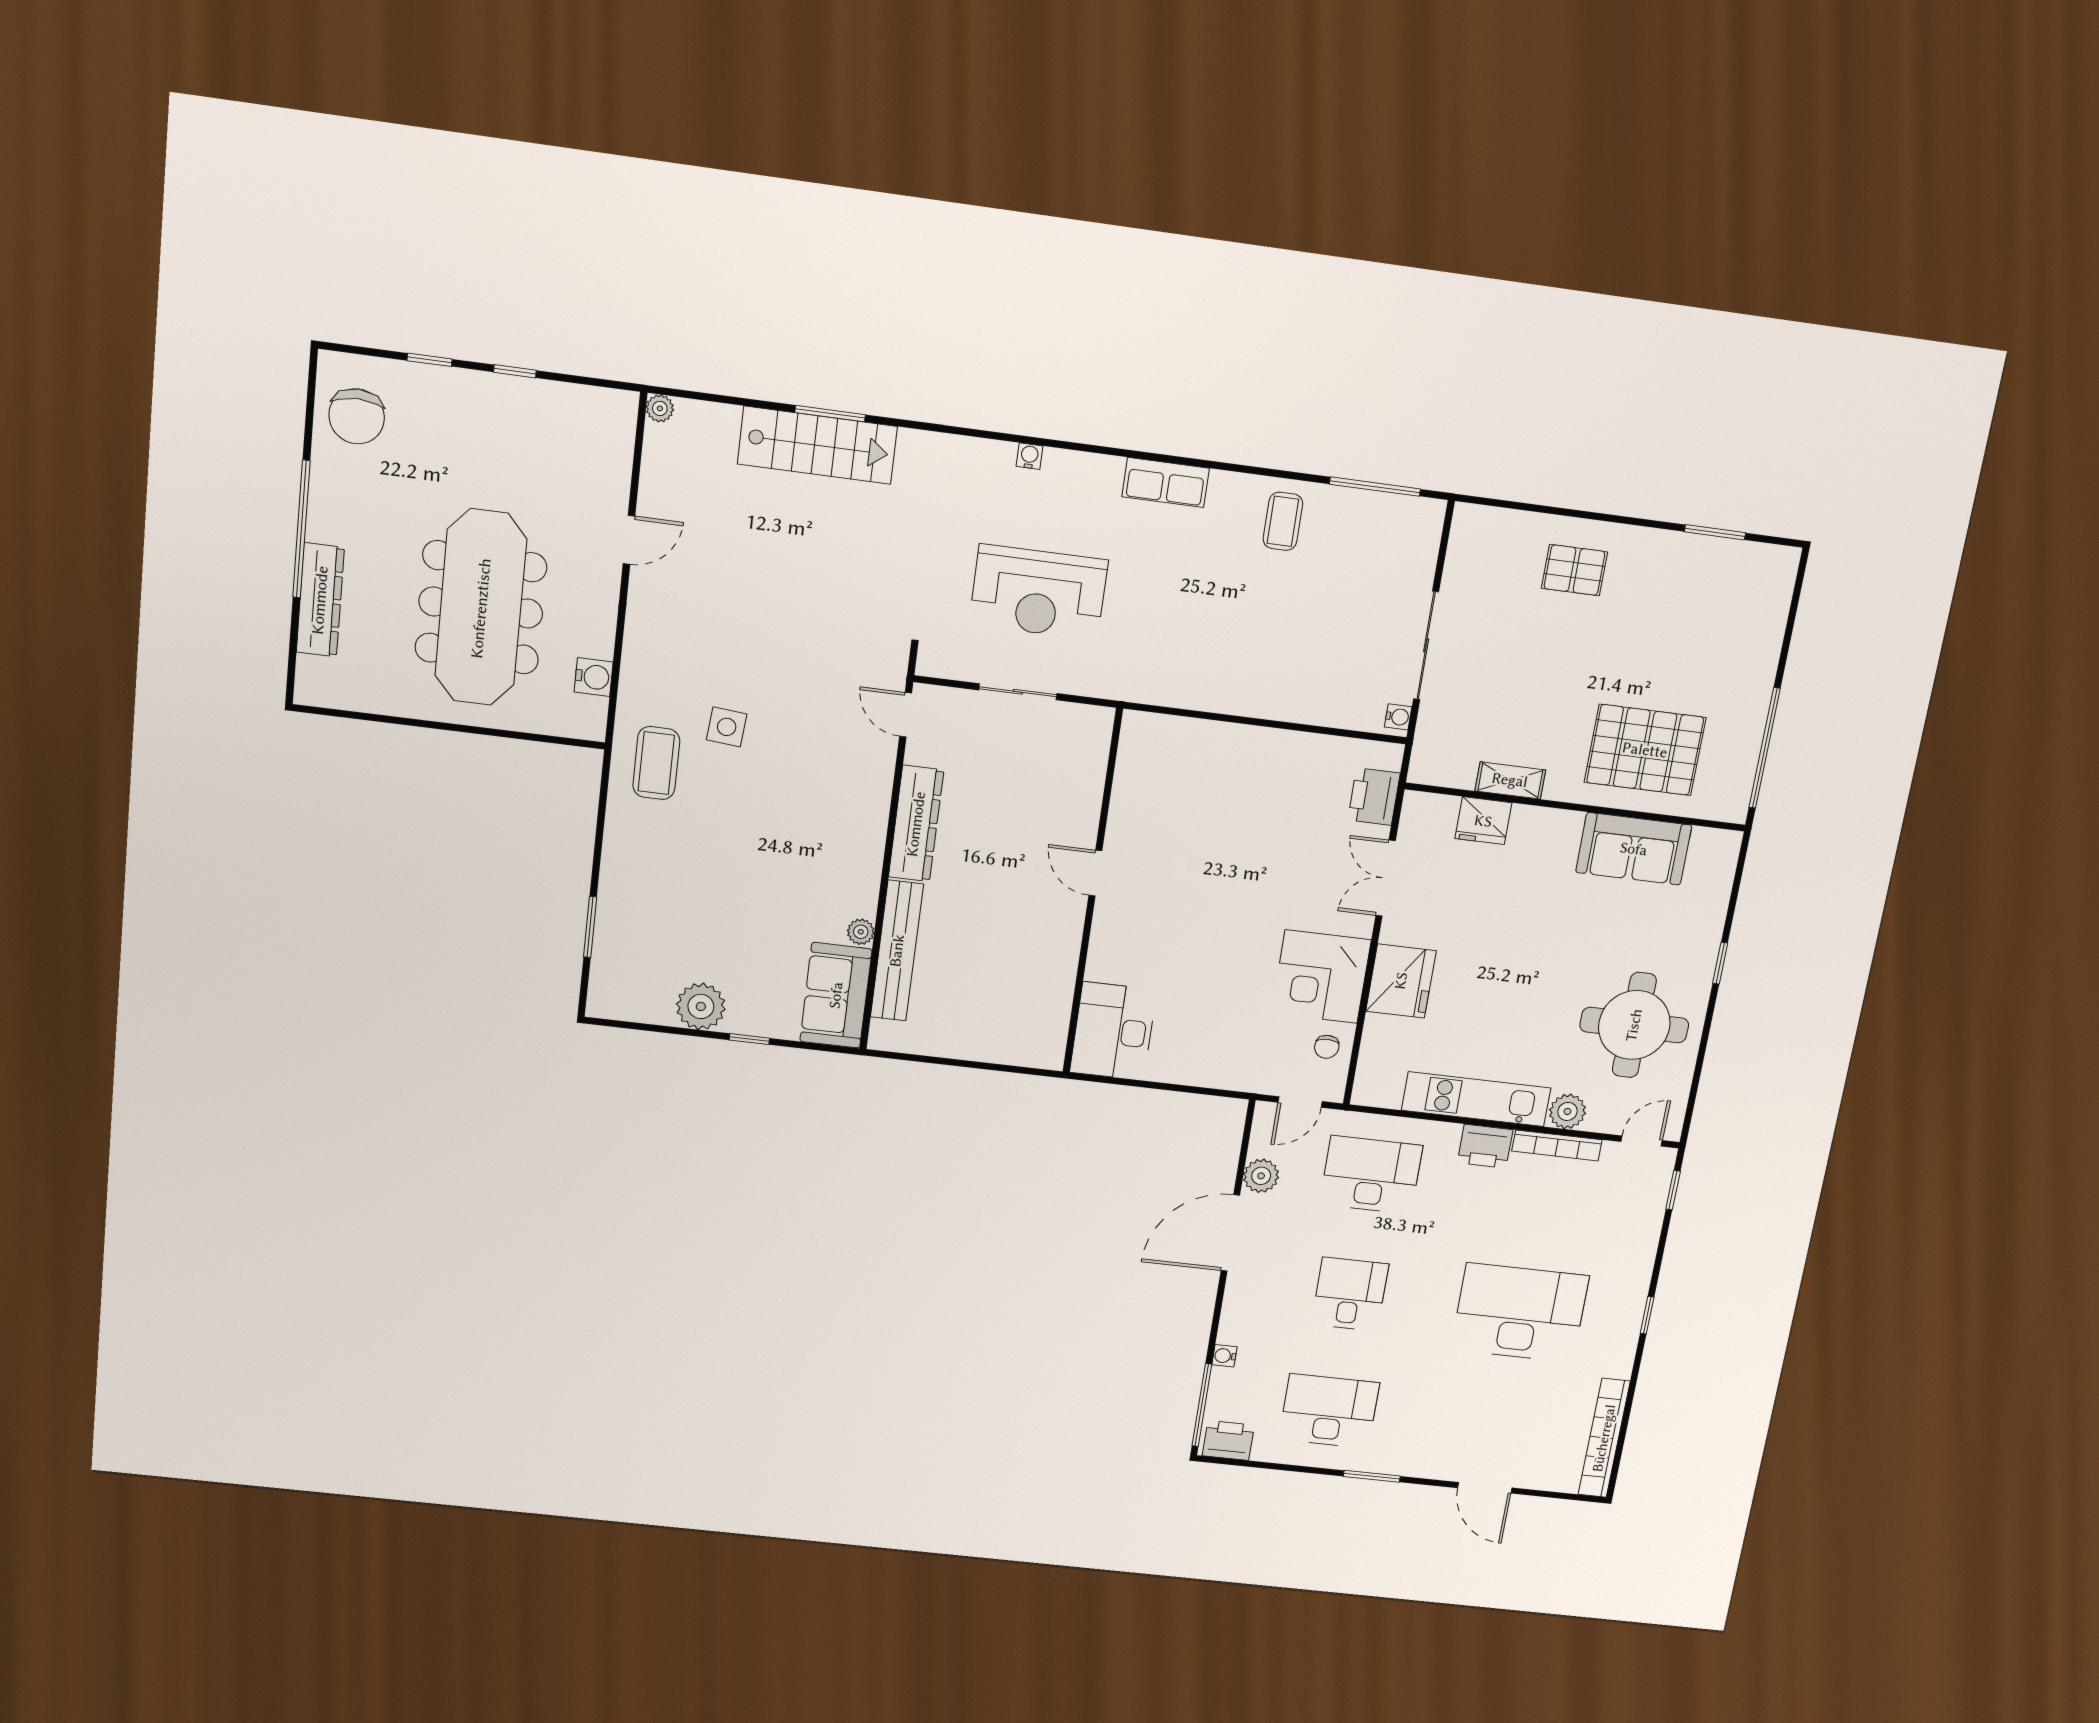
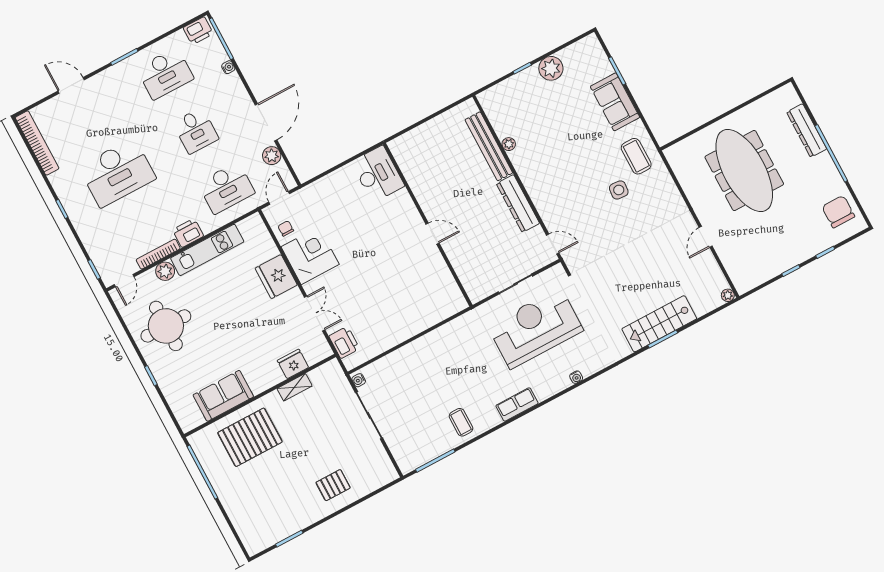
reception desk: (1038, 592) -> (535, 328), width x1.36, depth x1.30
water cooler: (594, 677) -> (683, 174), removed
sofa: (836, 995) -> (615, 102), moved, turned 180

